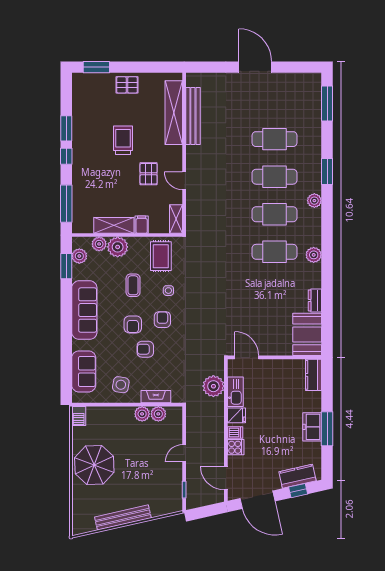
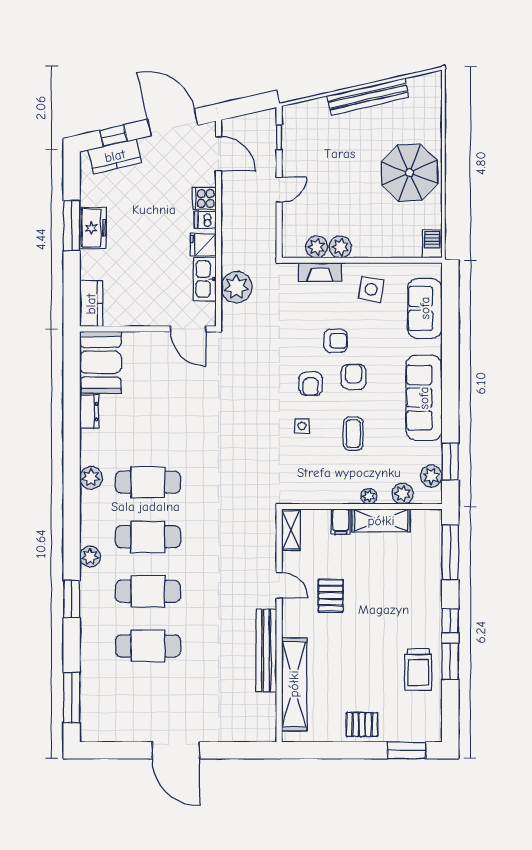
bench: (193, 116) -> (266, 650), moved
trolley: (123, 140) -> (418, 669), moved
plant: (118, 247) -> (369, 496), width x0.53, depth x0.53
rug: (161, 256) -> (313, 476), removed

